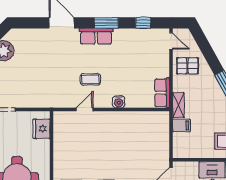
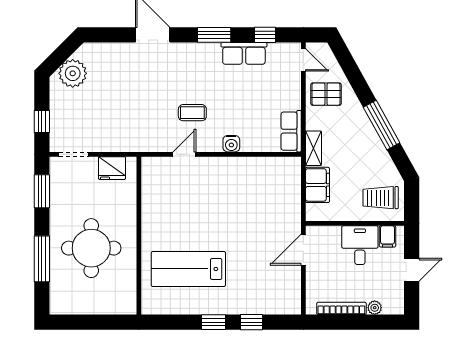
row of seats: (96, 36) -> (244, 53), moved
filing cabinet: (181, 125) -> (318, 185), width x2.00
fridge: (41, 129) -> (112, 168), moved, turned -90

